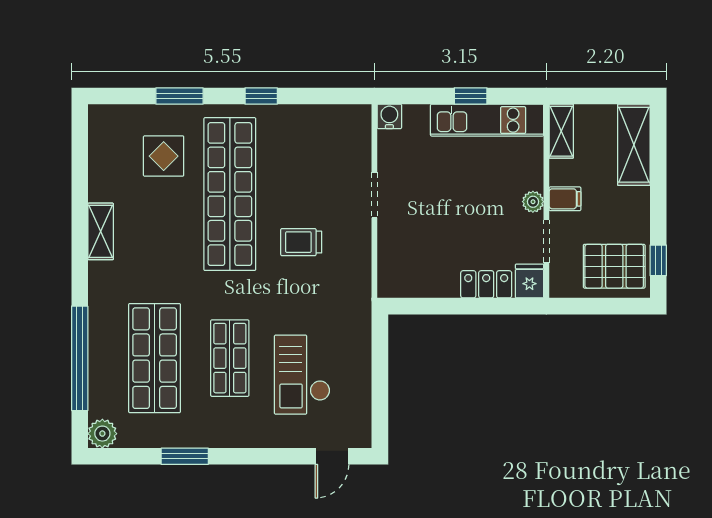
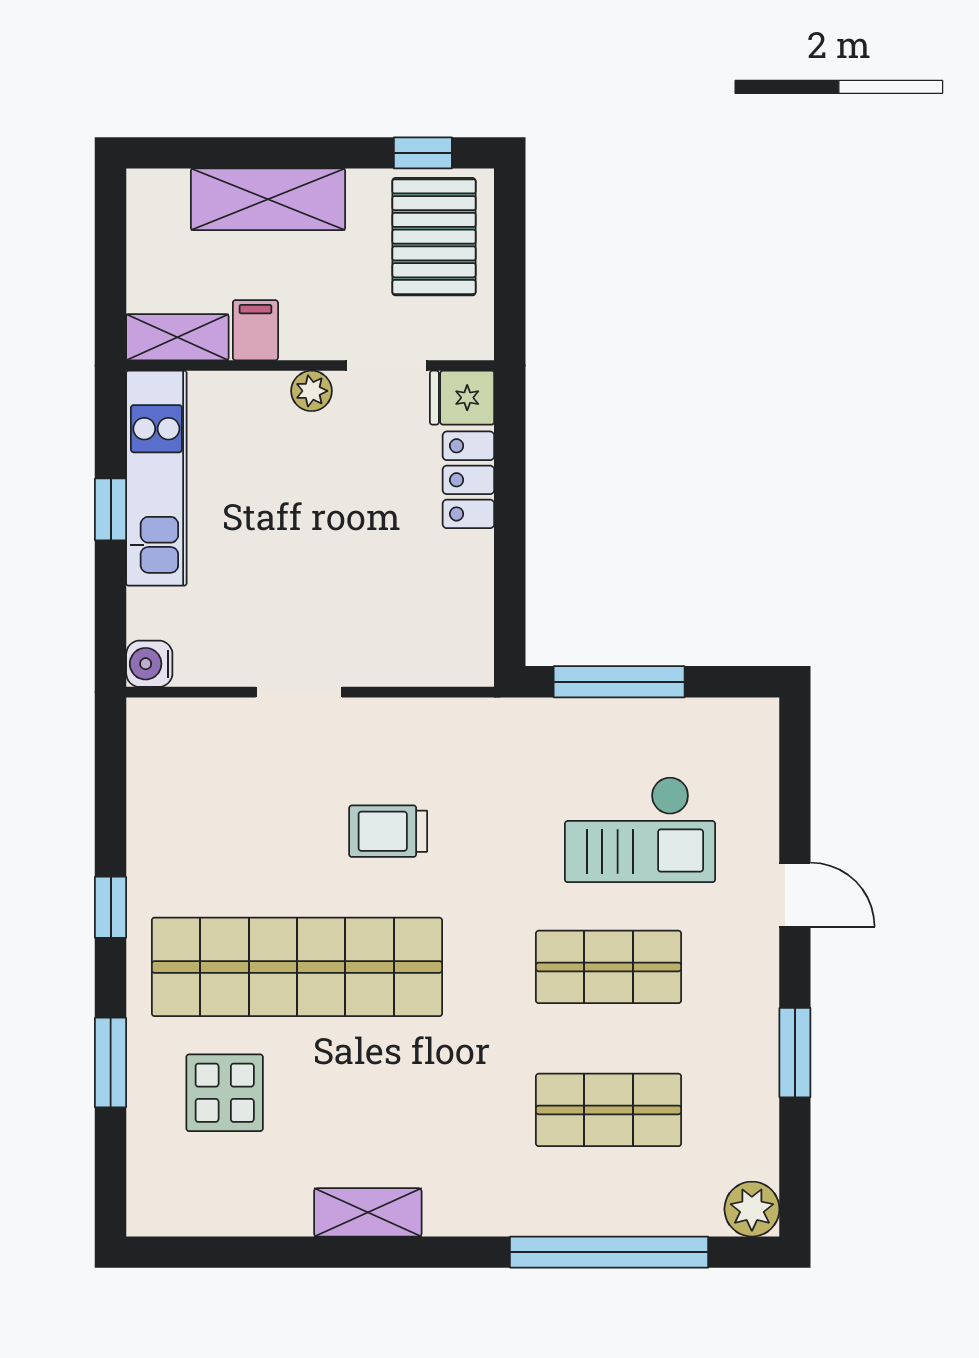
shelving: (634, 145) -> (268, 199), moved
filing cabinet: (565, 199) -> (255, 330), moved
trolley: (301, 242) -> (388, 831), turned 90
shop shelf: (155, 358) -> (609, 1110), width x0.70, depth x0.74
window: (380, 364) -> (619, 682), added
door: (332, 456) -> (795, 895), moved

